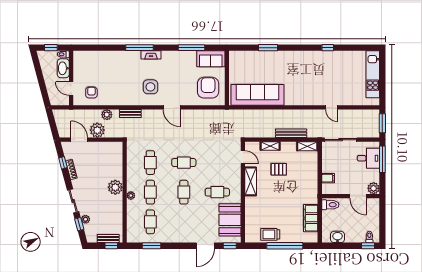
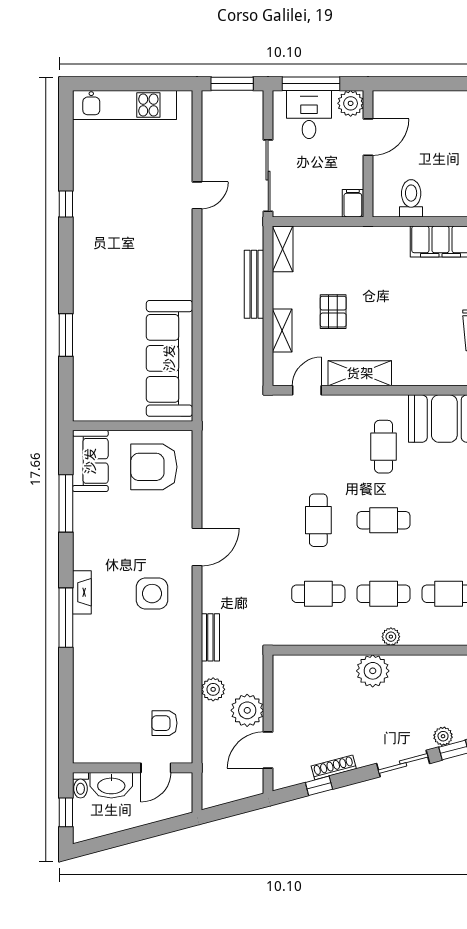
plant: (374, 188) -> (351, 103), moved
wall: (351, 196) -> (368, 154), moved
door: (358, 196) -> (368, 137), moved

